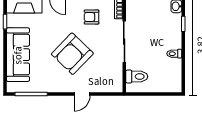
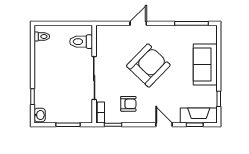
toilet: (174, 54) -> (42, 37), moved
sofa: (18, 55) -> (205, 65), width x0.73

